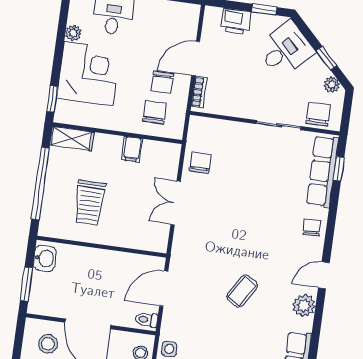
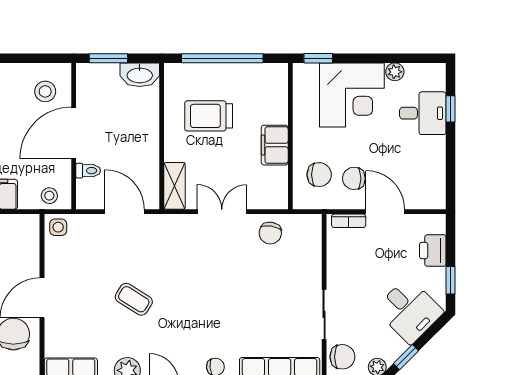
shelving: (72, 138) -> (174, 186), moved
filing cabinet: (132, 149) -> (275, 145), width x2.00
chair: (200, 163) -> (270, 233), turned 99
washbasin: (45, 258) -> (140, 75), width x1.38
toilet: (146, 320) -> (88, 171), moved, turned 90

